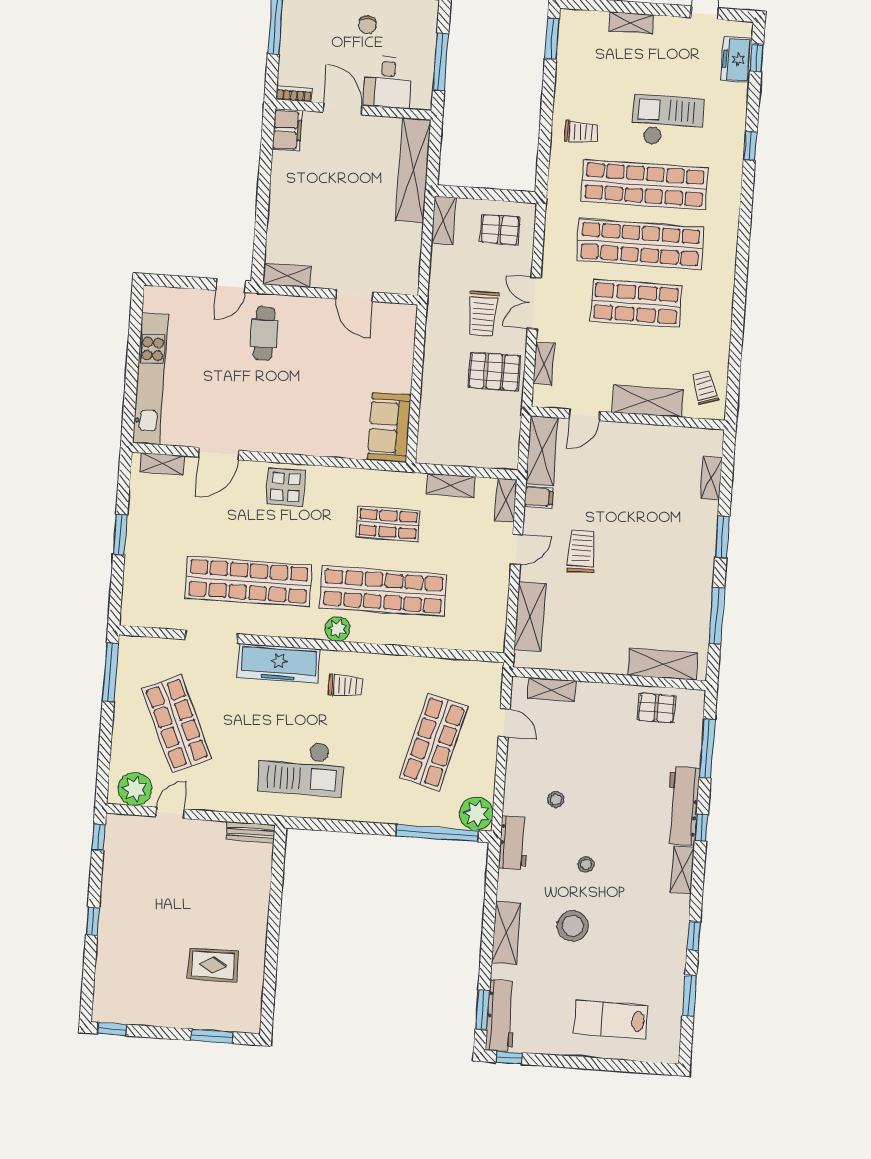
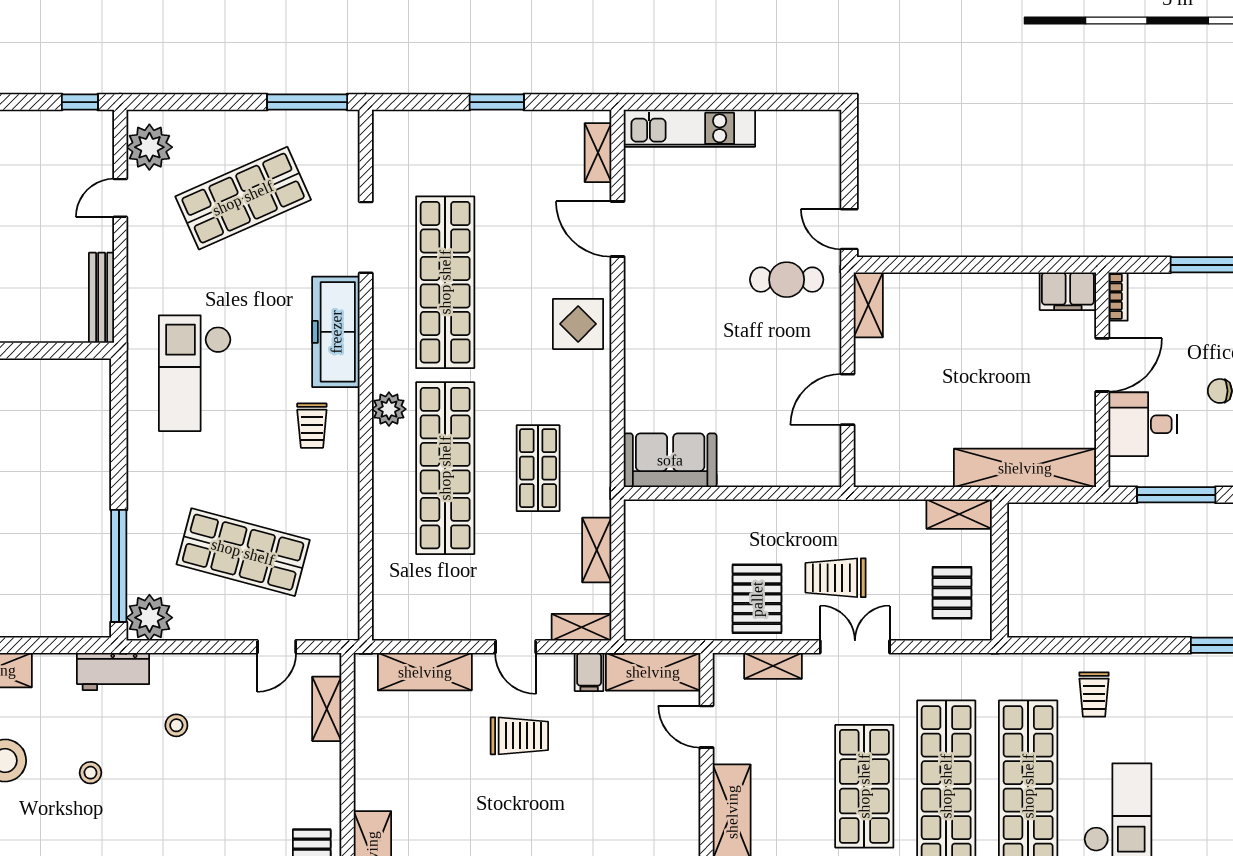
kitchen unit: (151, 379) -> (689, 128), width x0.73
door: (170, 813) -> (120, 198), swing flipped
bench: (251, 832) -> (102, 298), width x1.36

